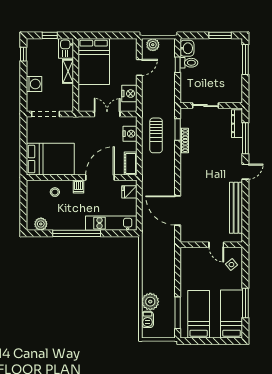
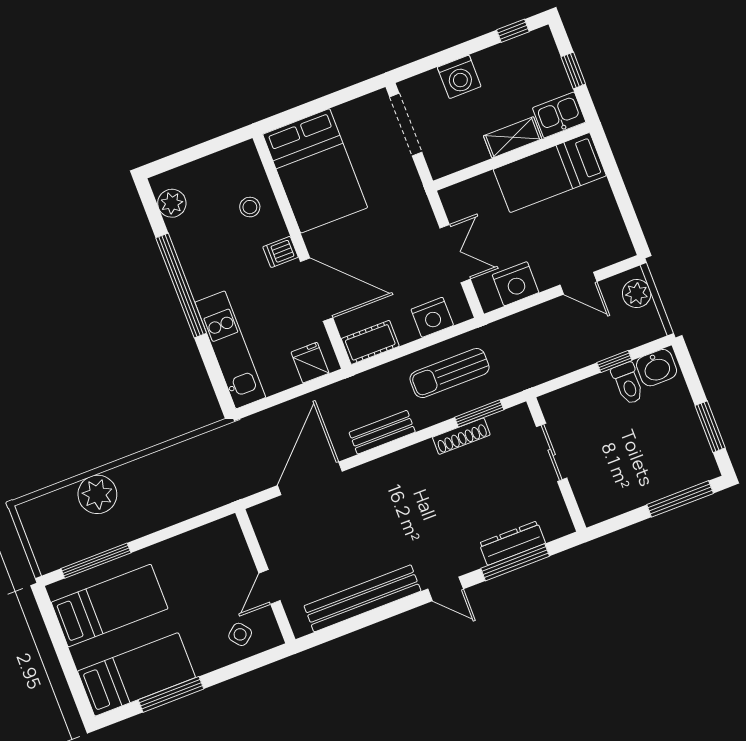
bed: (94, 61) -> (550, 172), width x0.67
dresser: (237, 124) -> (512, 543), moved
bench: (170, 173) -> (382, 432), added
barbecue: (148, 319) -> (58, 503), removed

